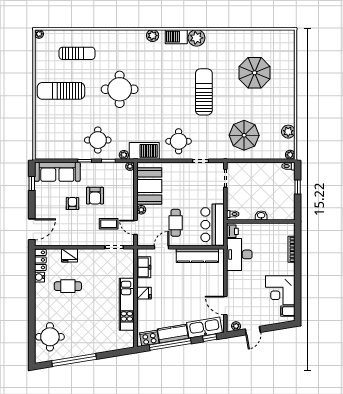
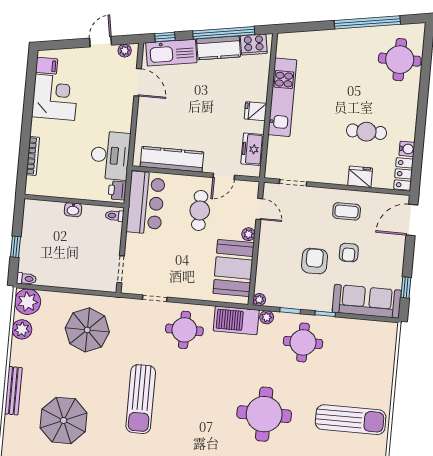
bench: (290, 90) -> (13, 391), added
plant: (290, 155) -> (28, 302), width x1.87, depth x1.87
coffee table: (109, 224) -> (347, 211), moved

